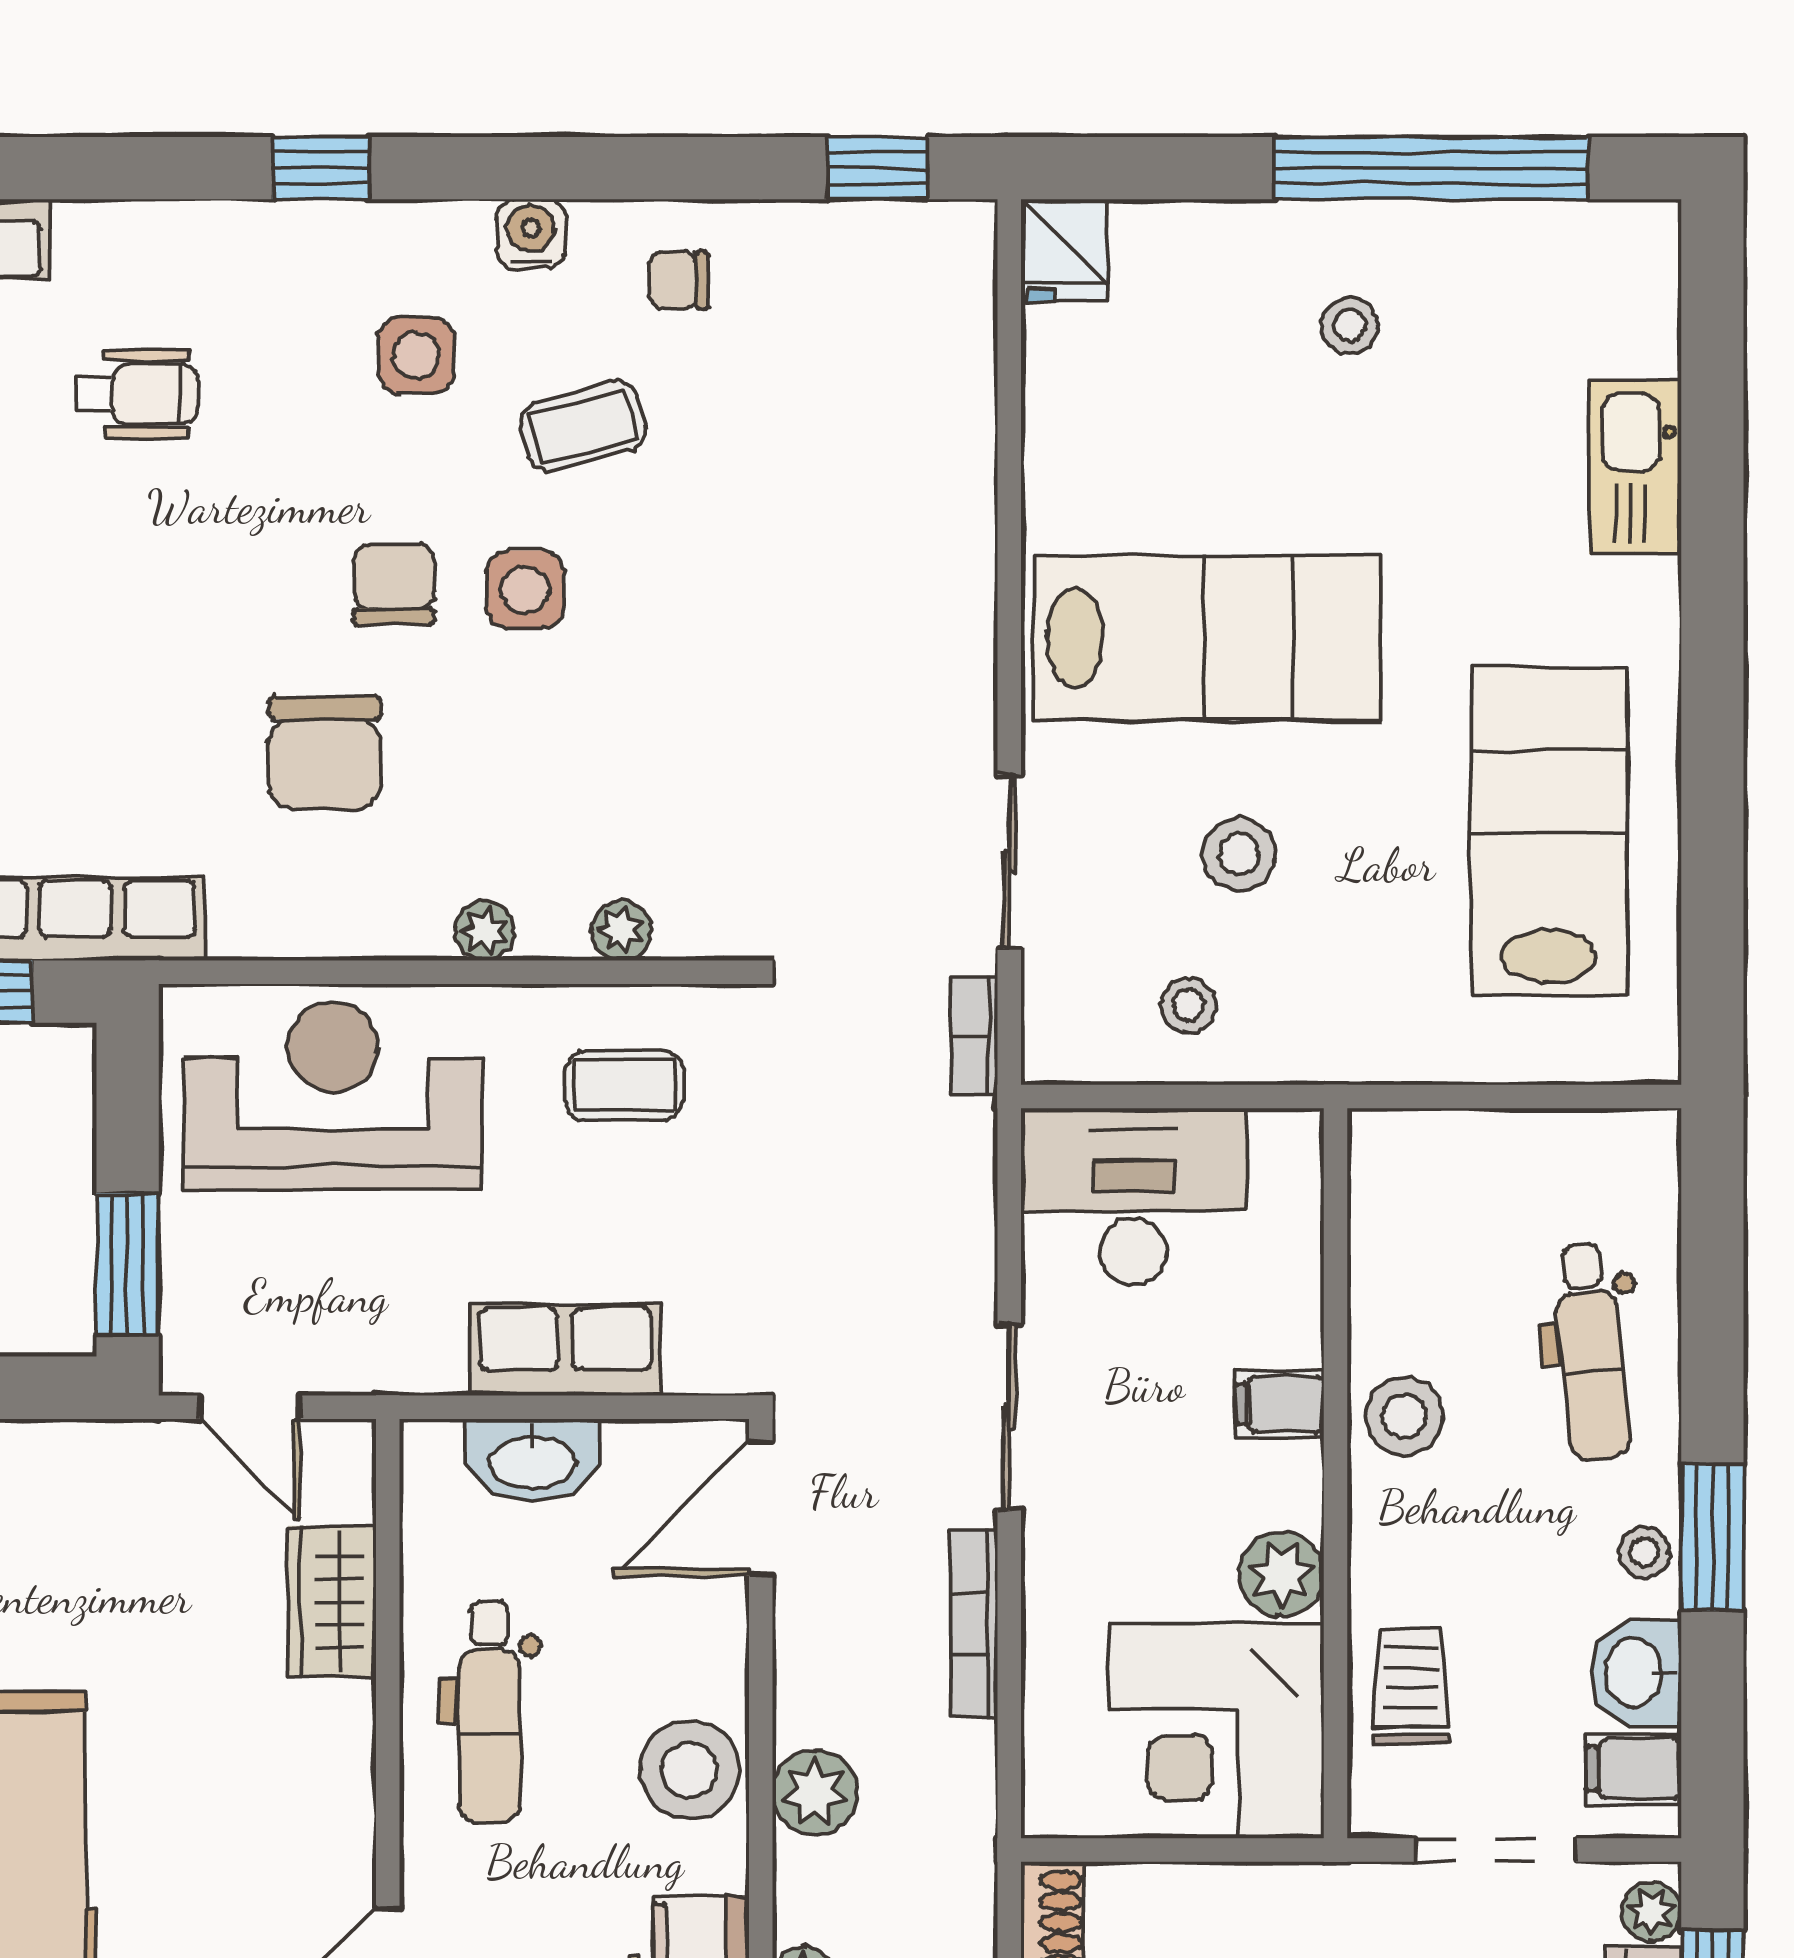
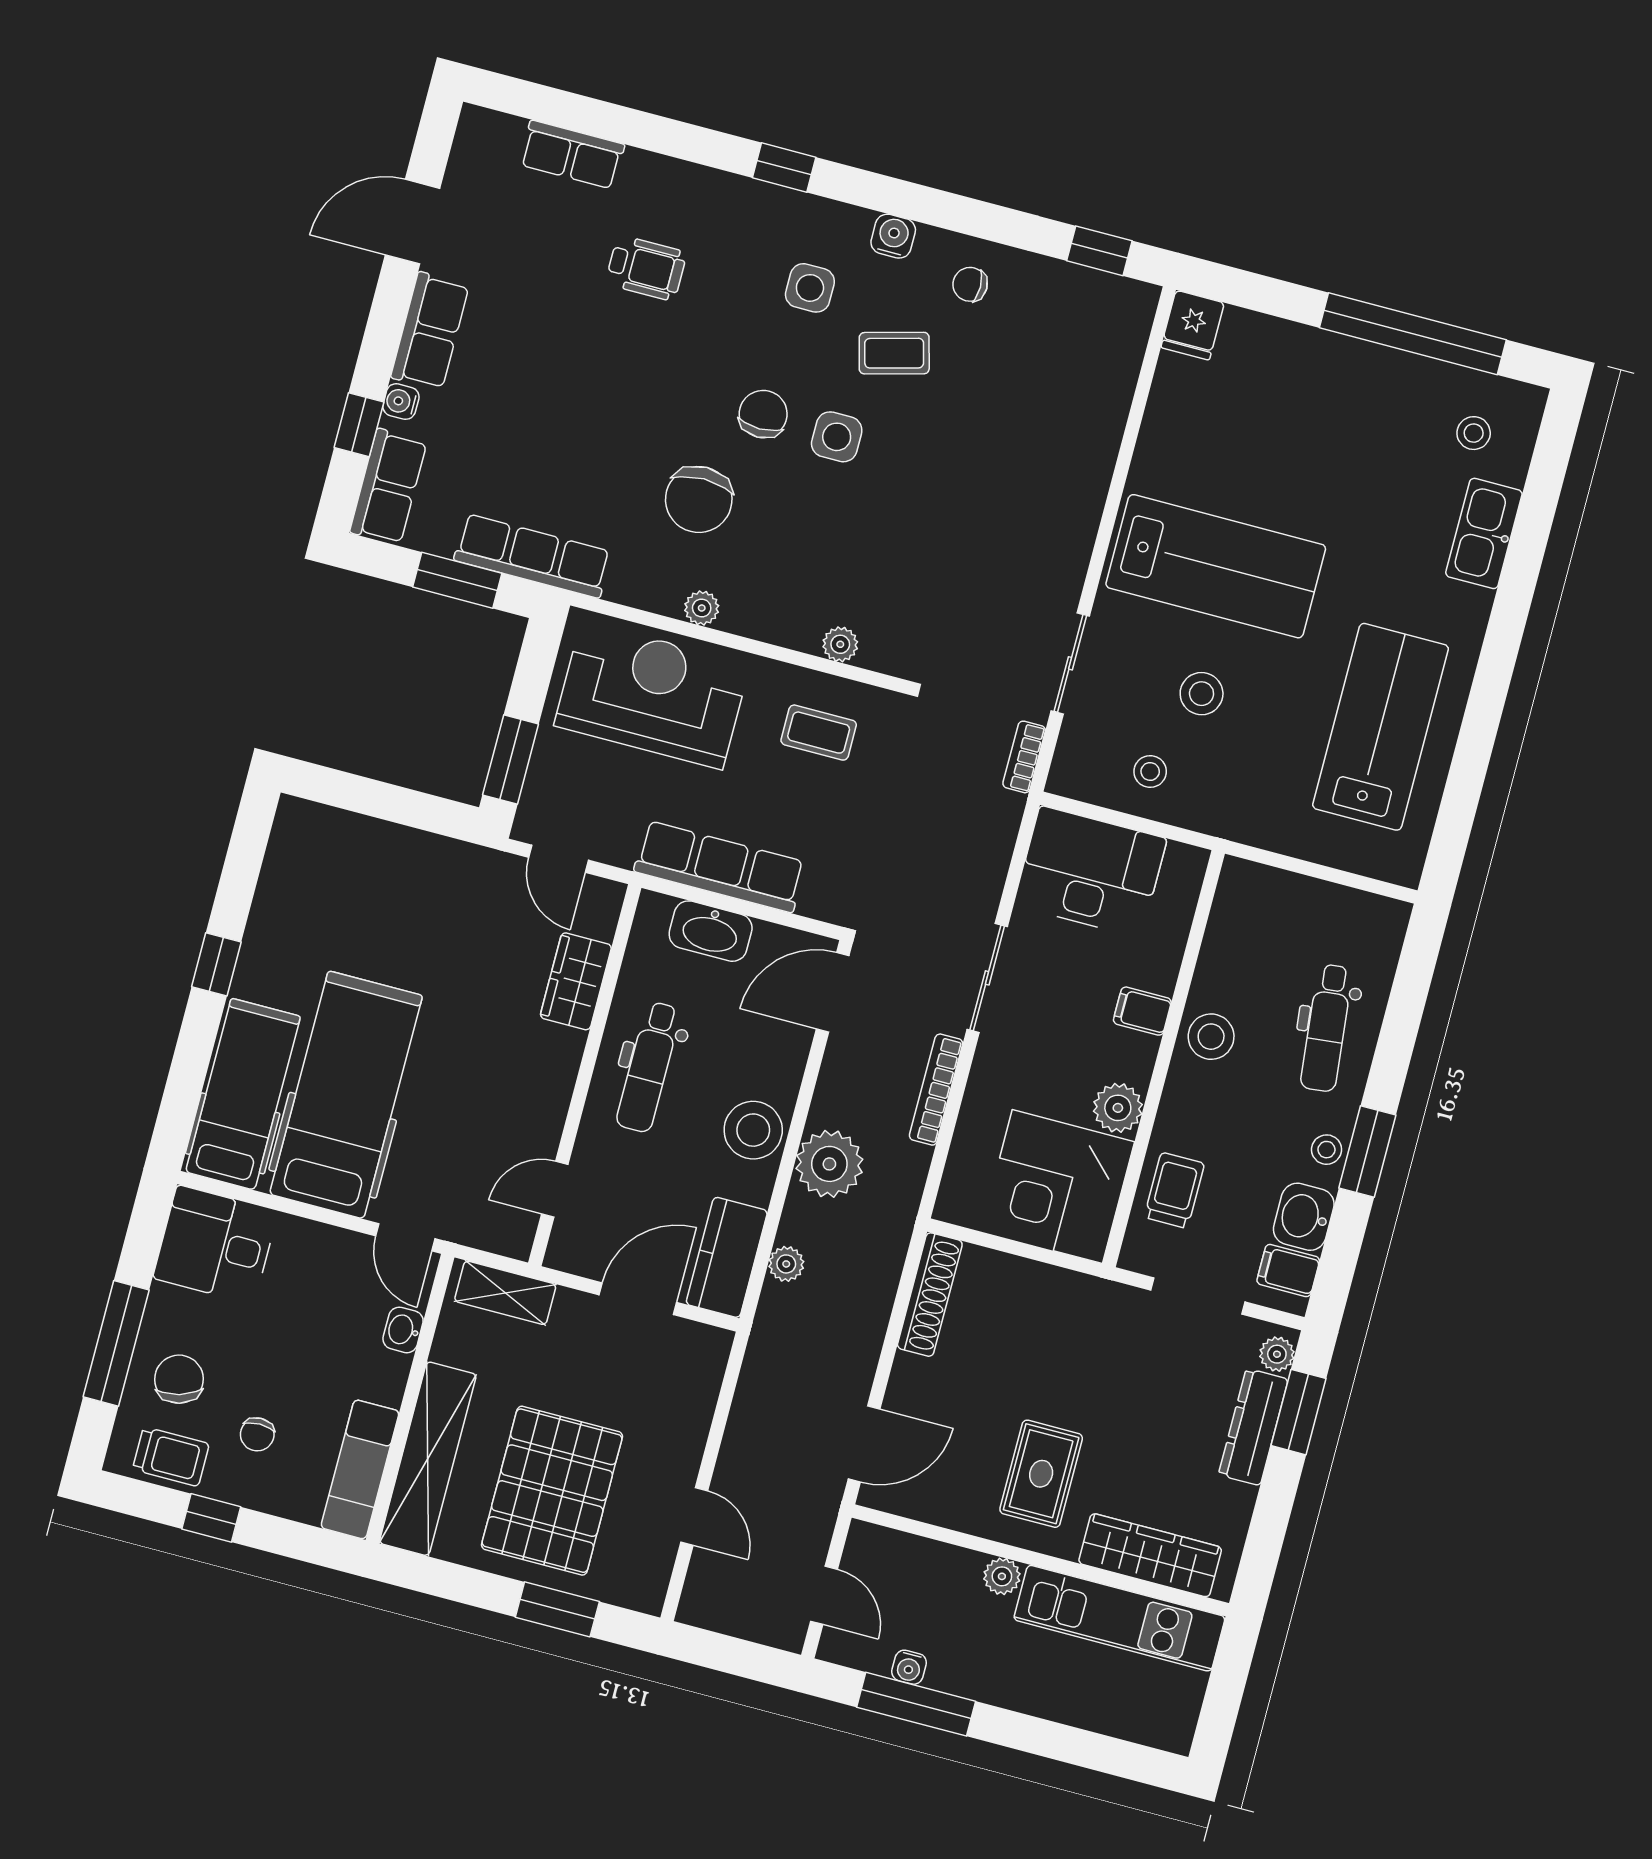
stool: (1350, 326) -> (1474, 433), moved
plant: (484, 931) -> (702, 608), moved
row of seats: (565, 1350) -> (720, 867), width x1.48
plant: (815, 1793) -> (829, 1164), width x1.36, depth x1.36

